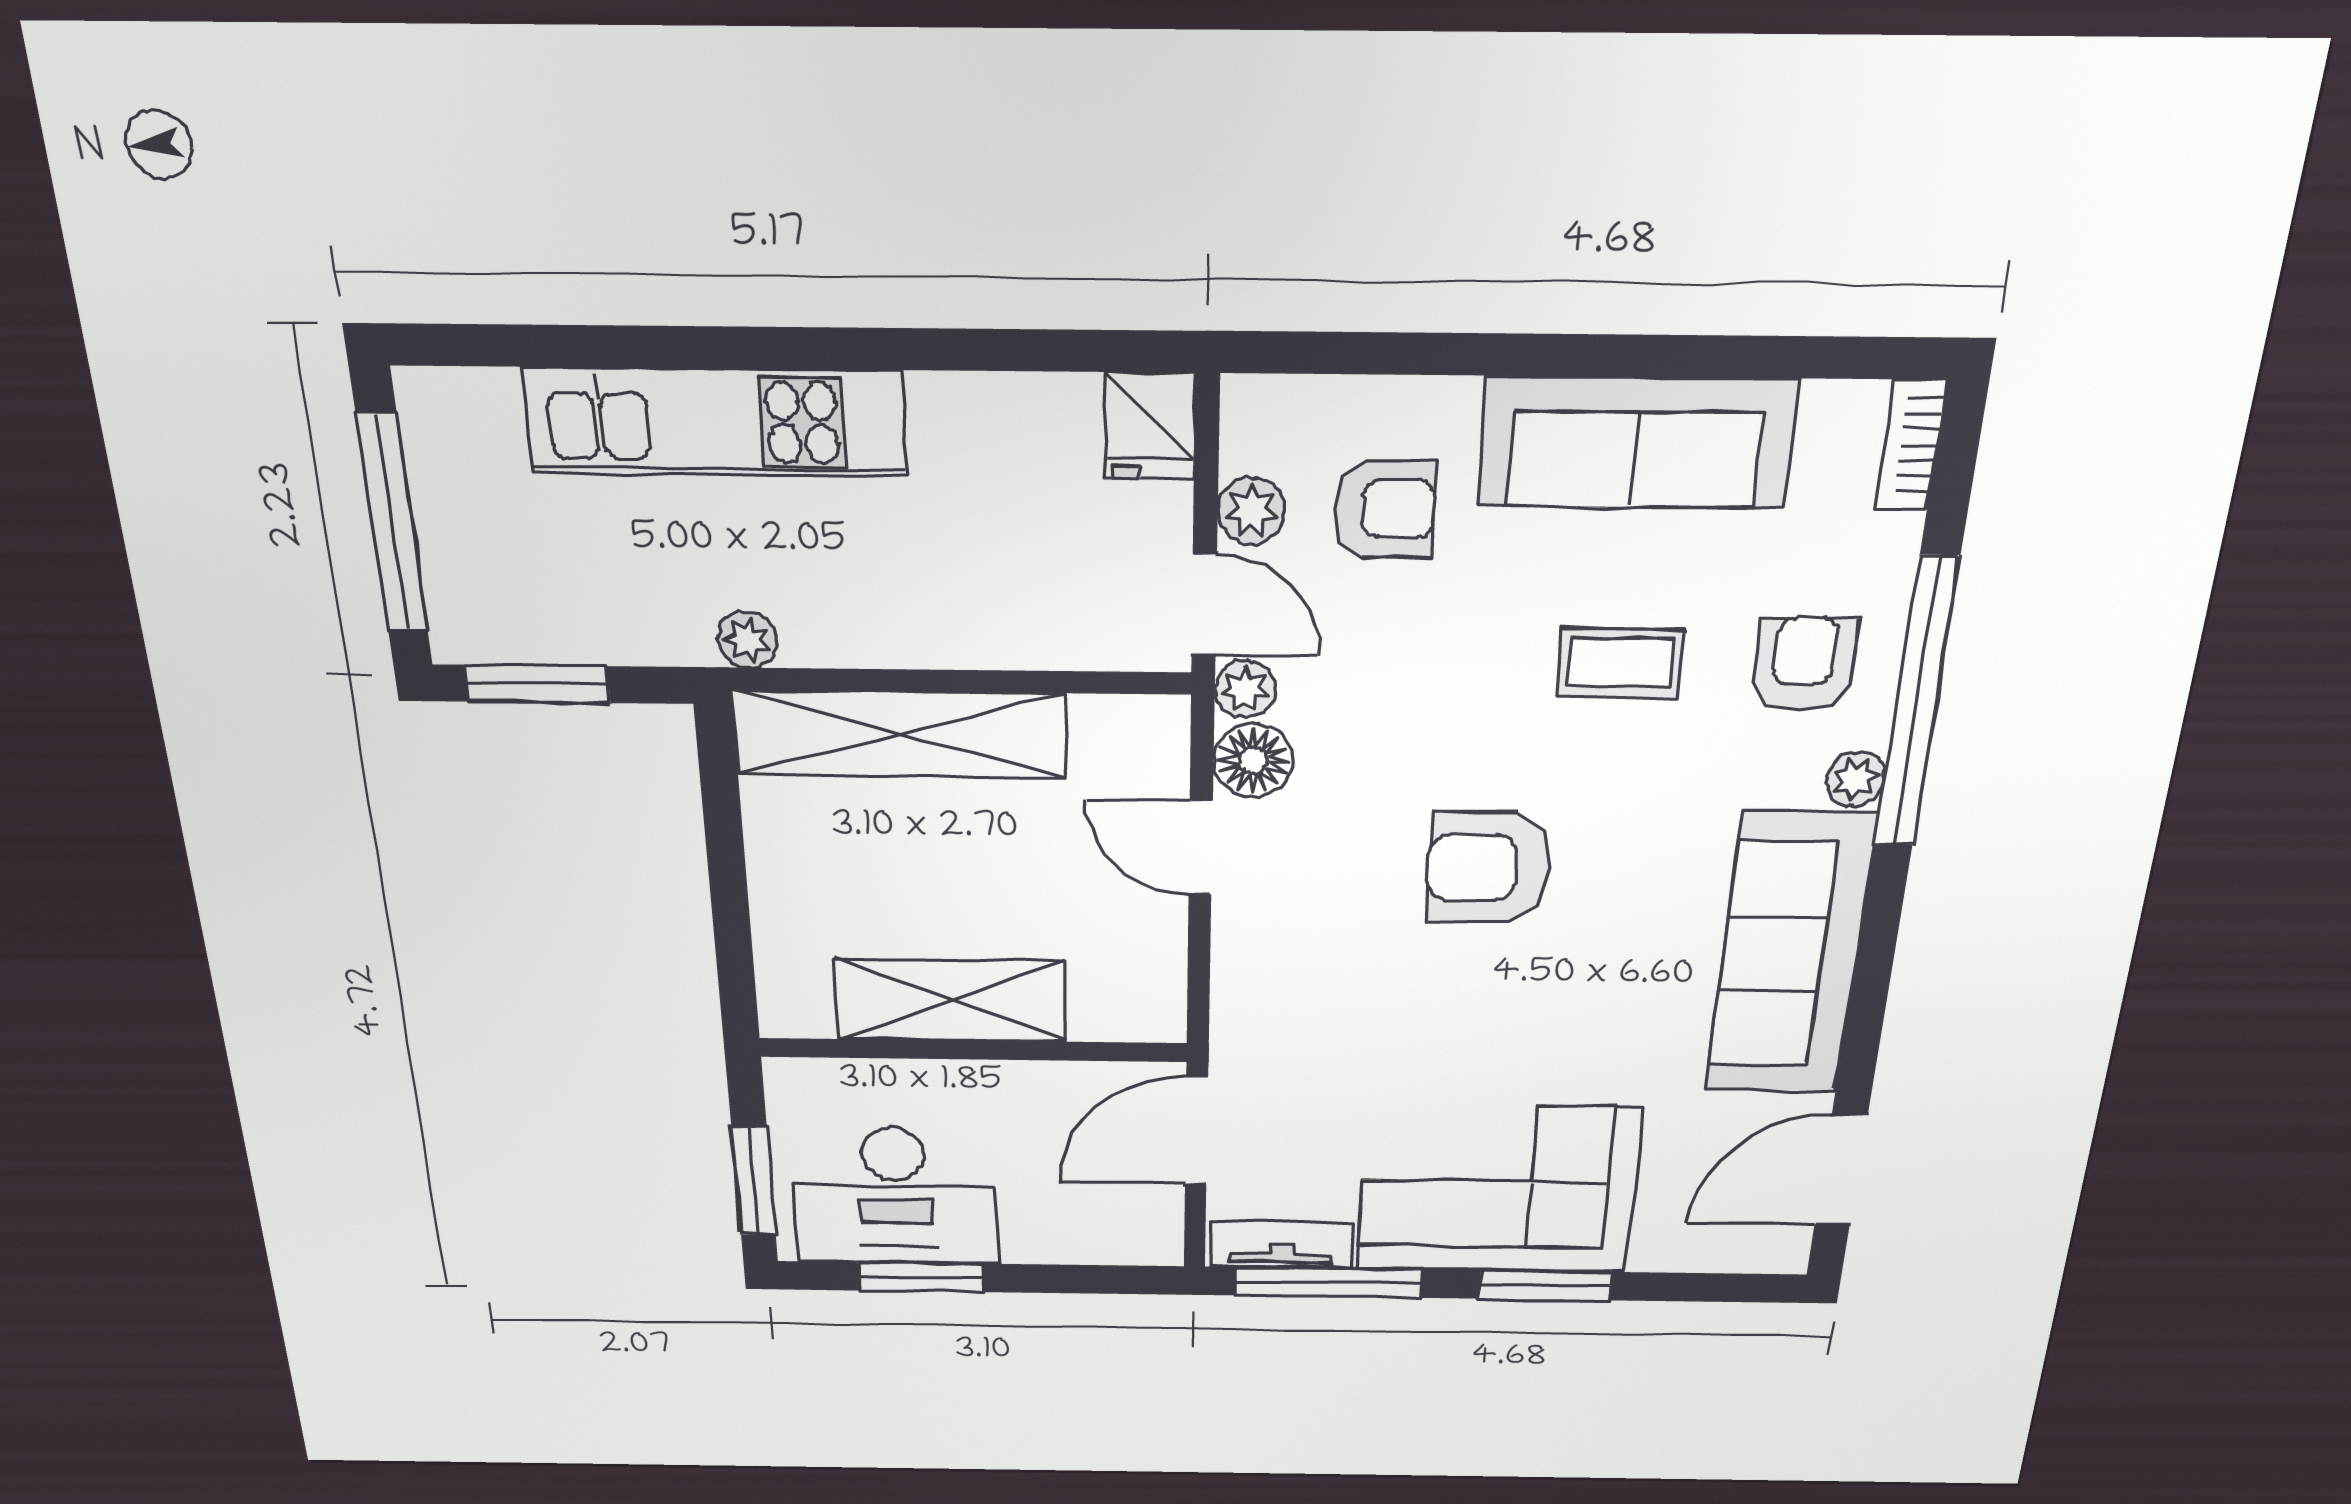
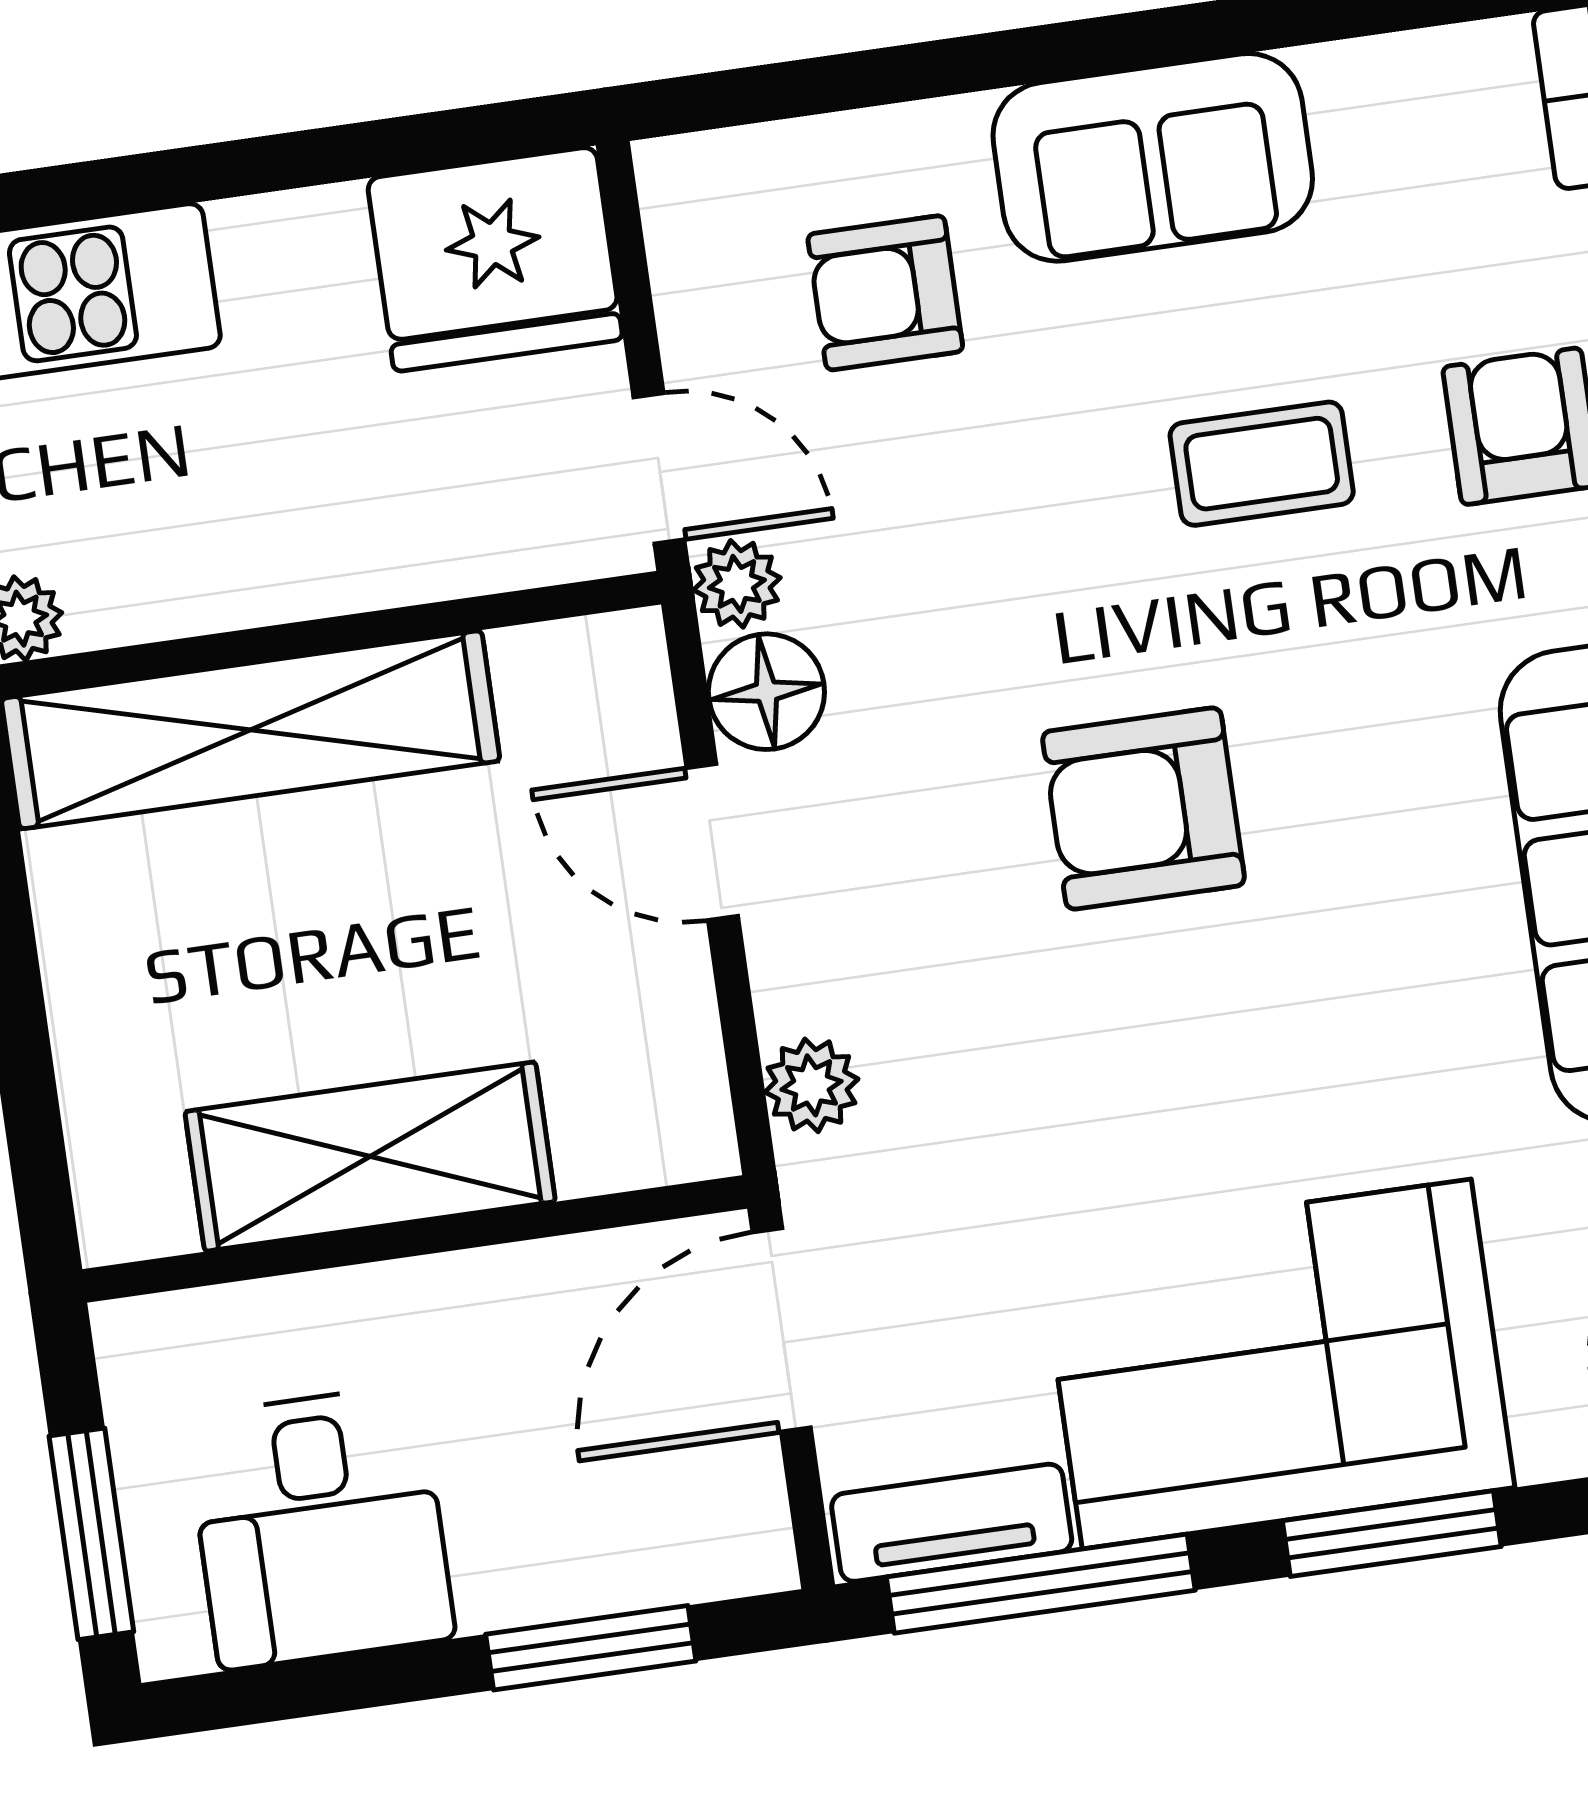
fridge: (1149, 426) -> (495, 259), width x1.88, depth x1.34
sofa: (1636, 443) -> (1153, 157), width x0.73
armchair: (1384, 509) -> (885, 293), turned 180
plant: (1252, 511) -> (811, 1085), moved
desk: (895, 1196) -> (320, 1527), width x0.73
window: (921, 1277) -> (591, 1648), moved

